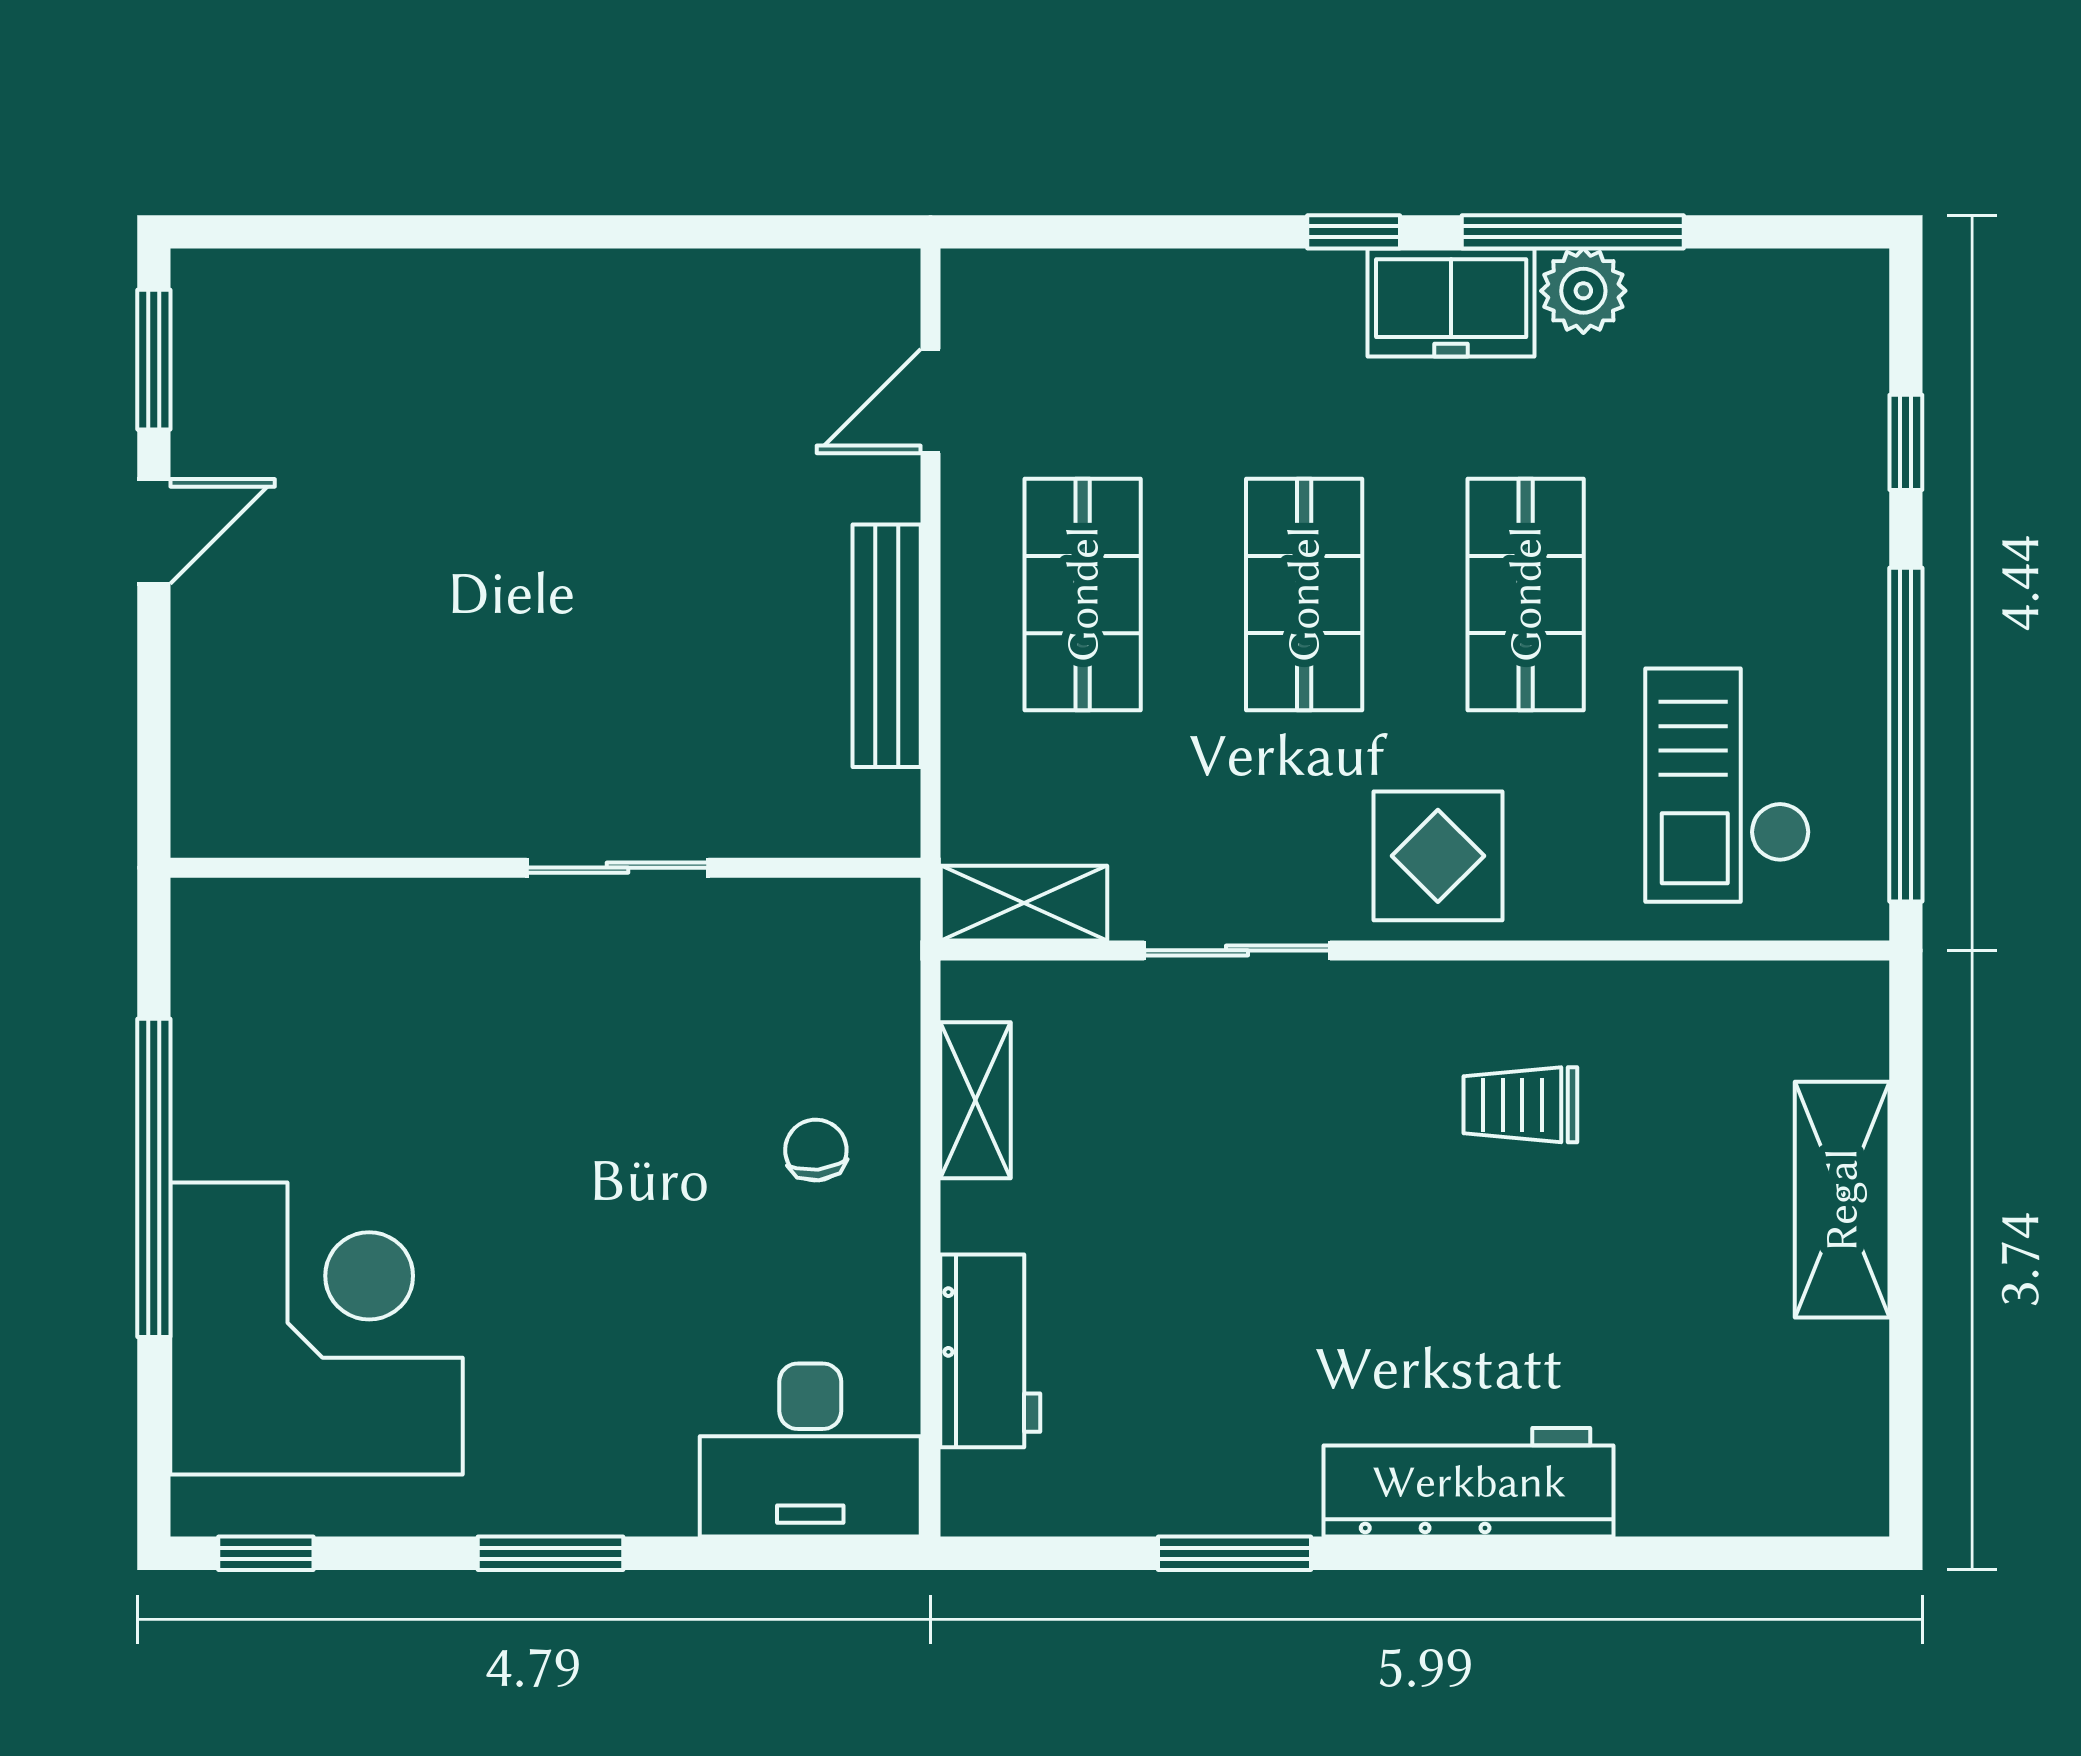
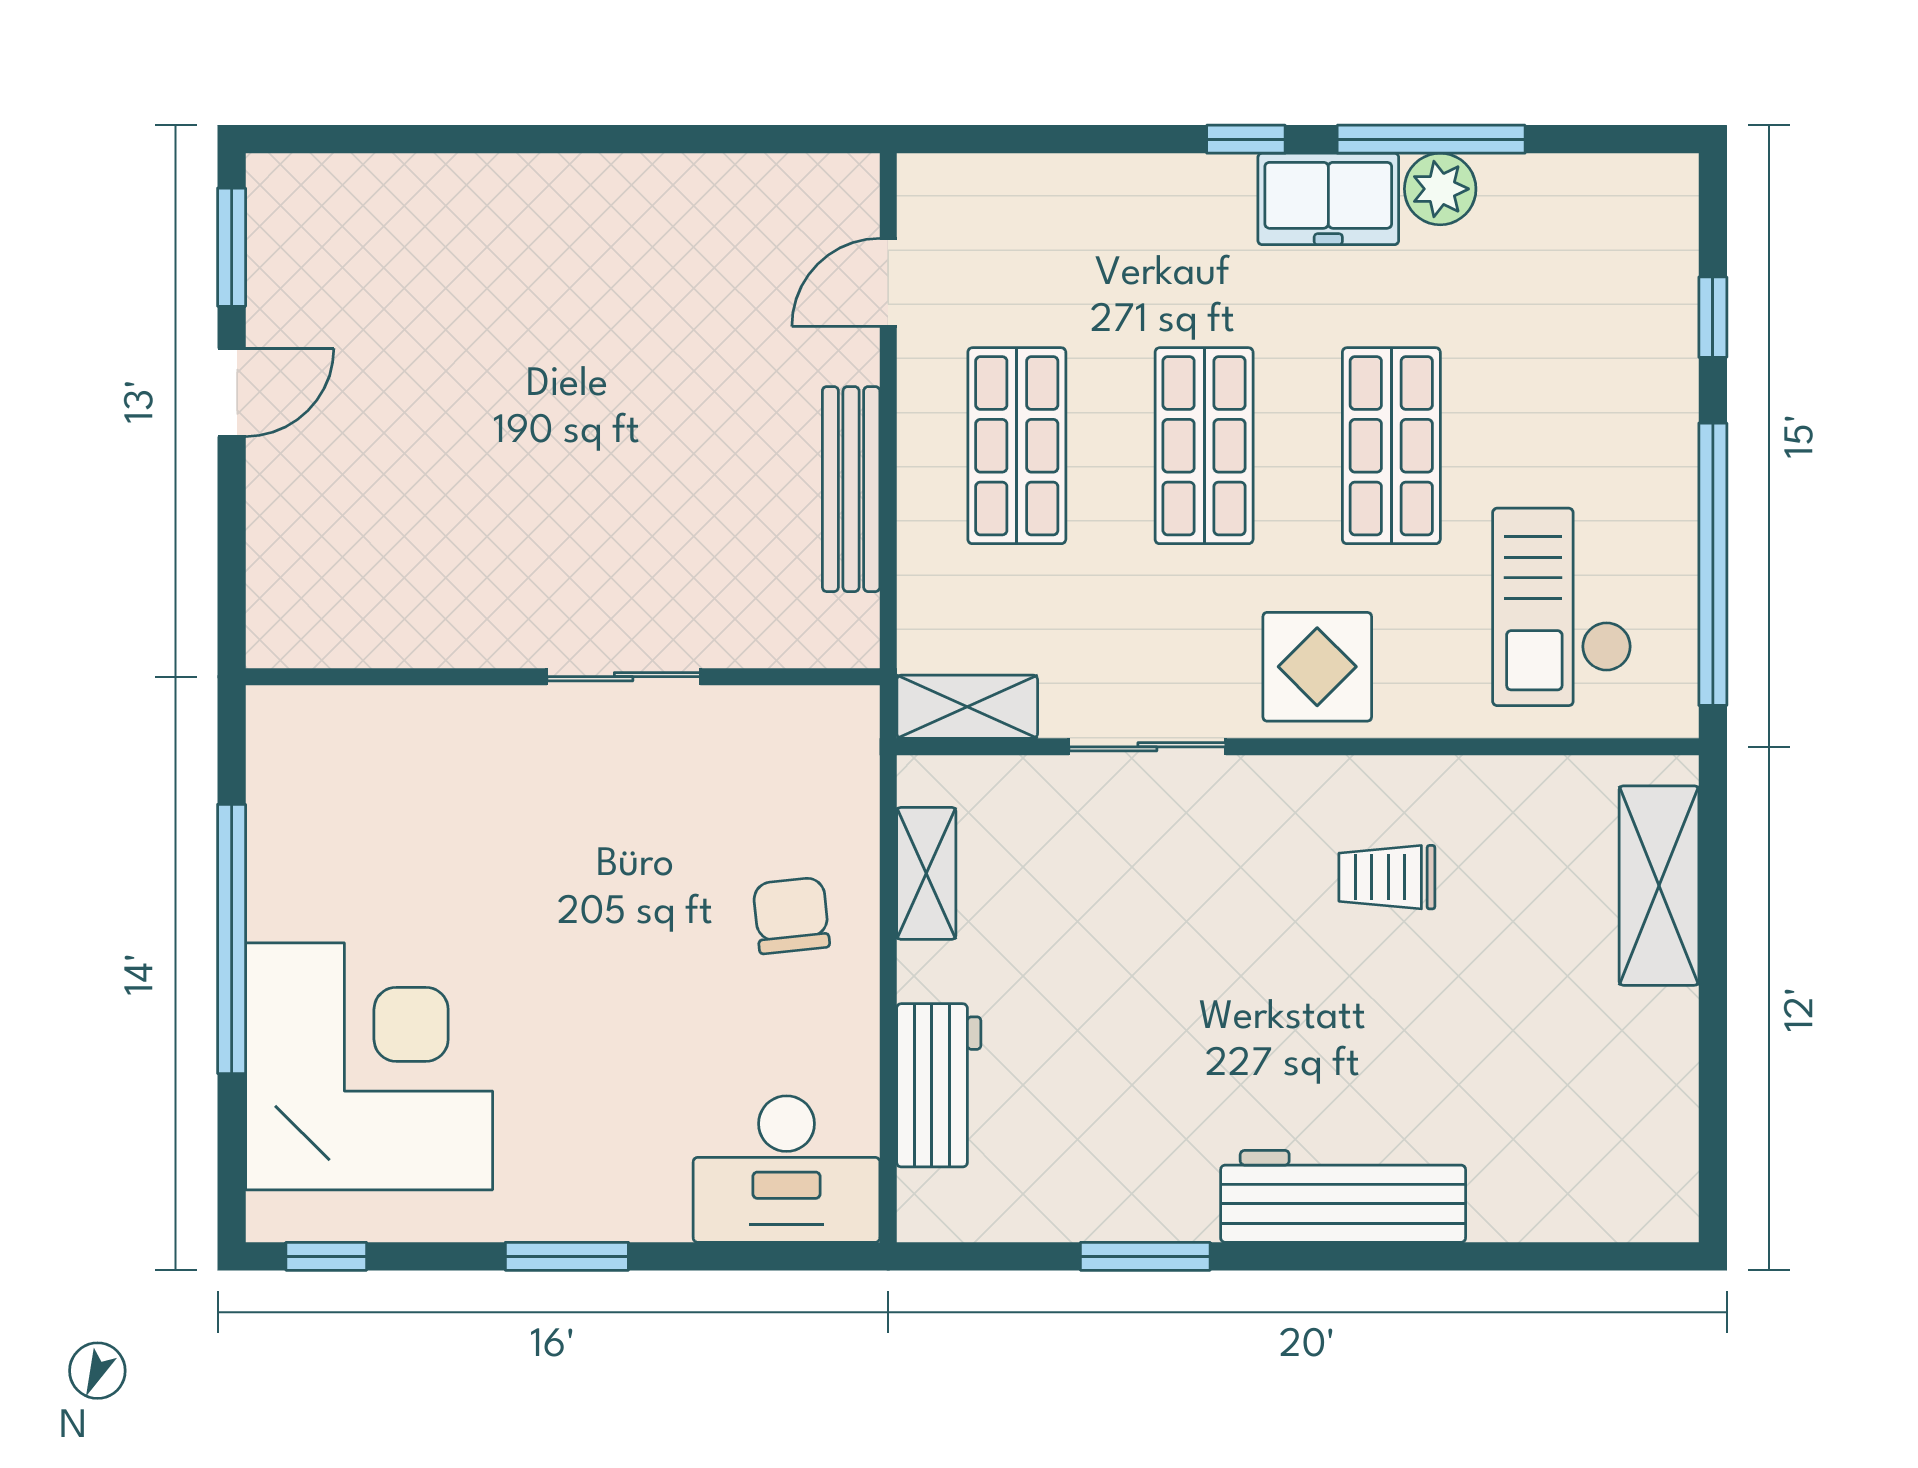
chair: (816, 1150) -> (791, 915), width x1.37, depth x1.37
shelving: (1842, 1200) -> (1659, 886), moved

